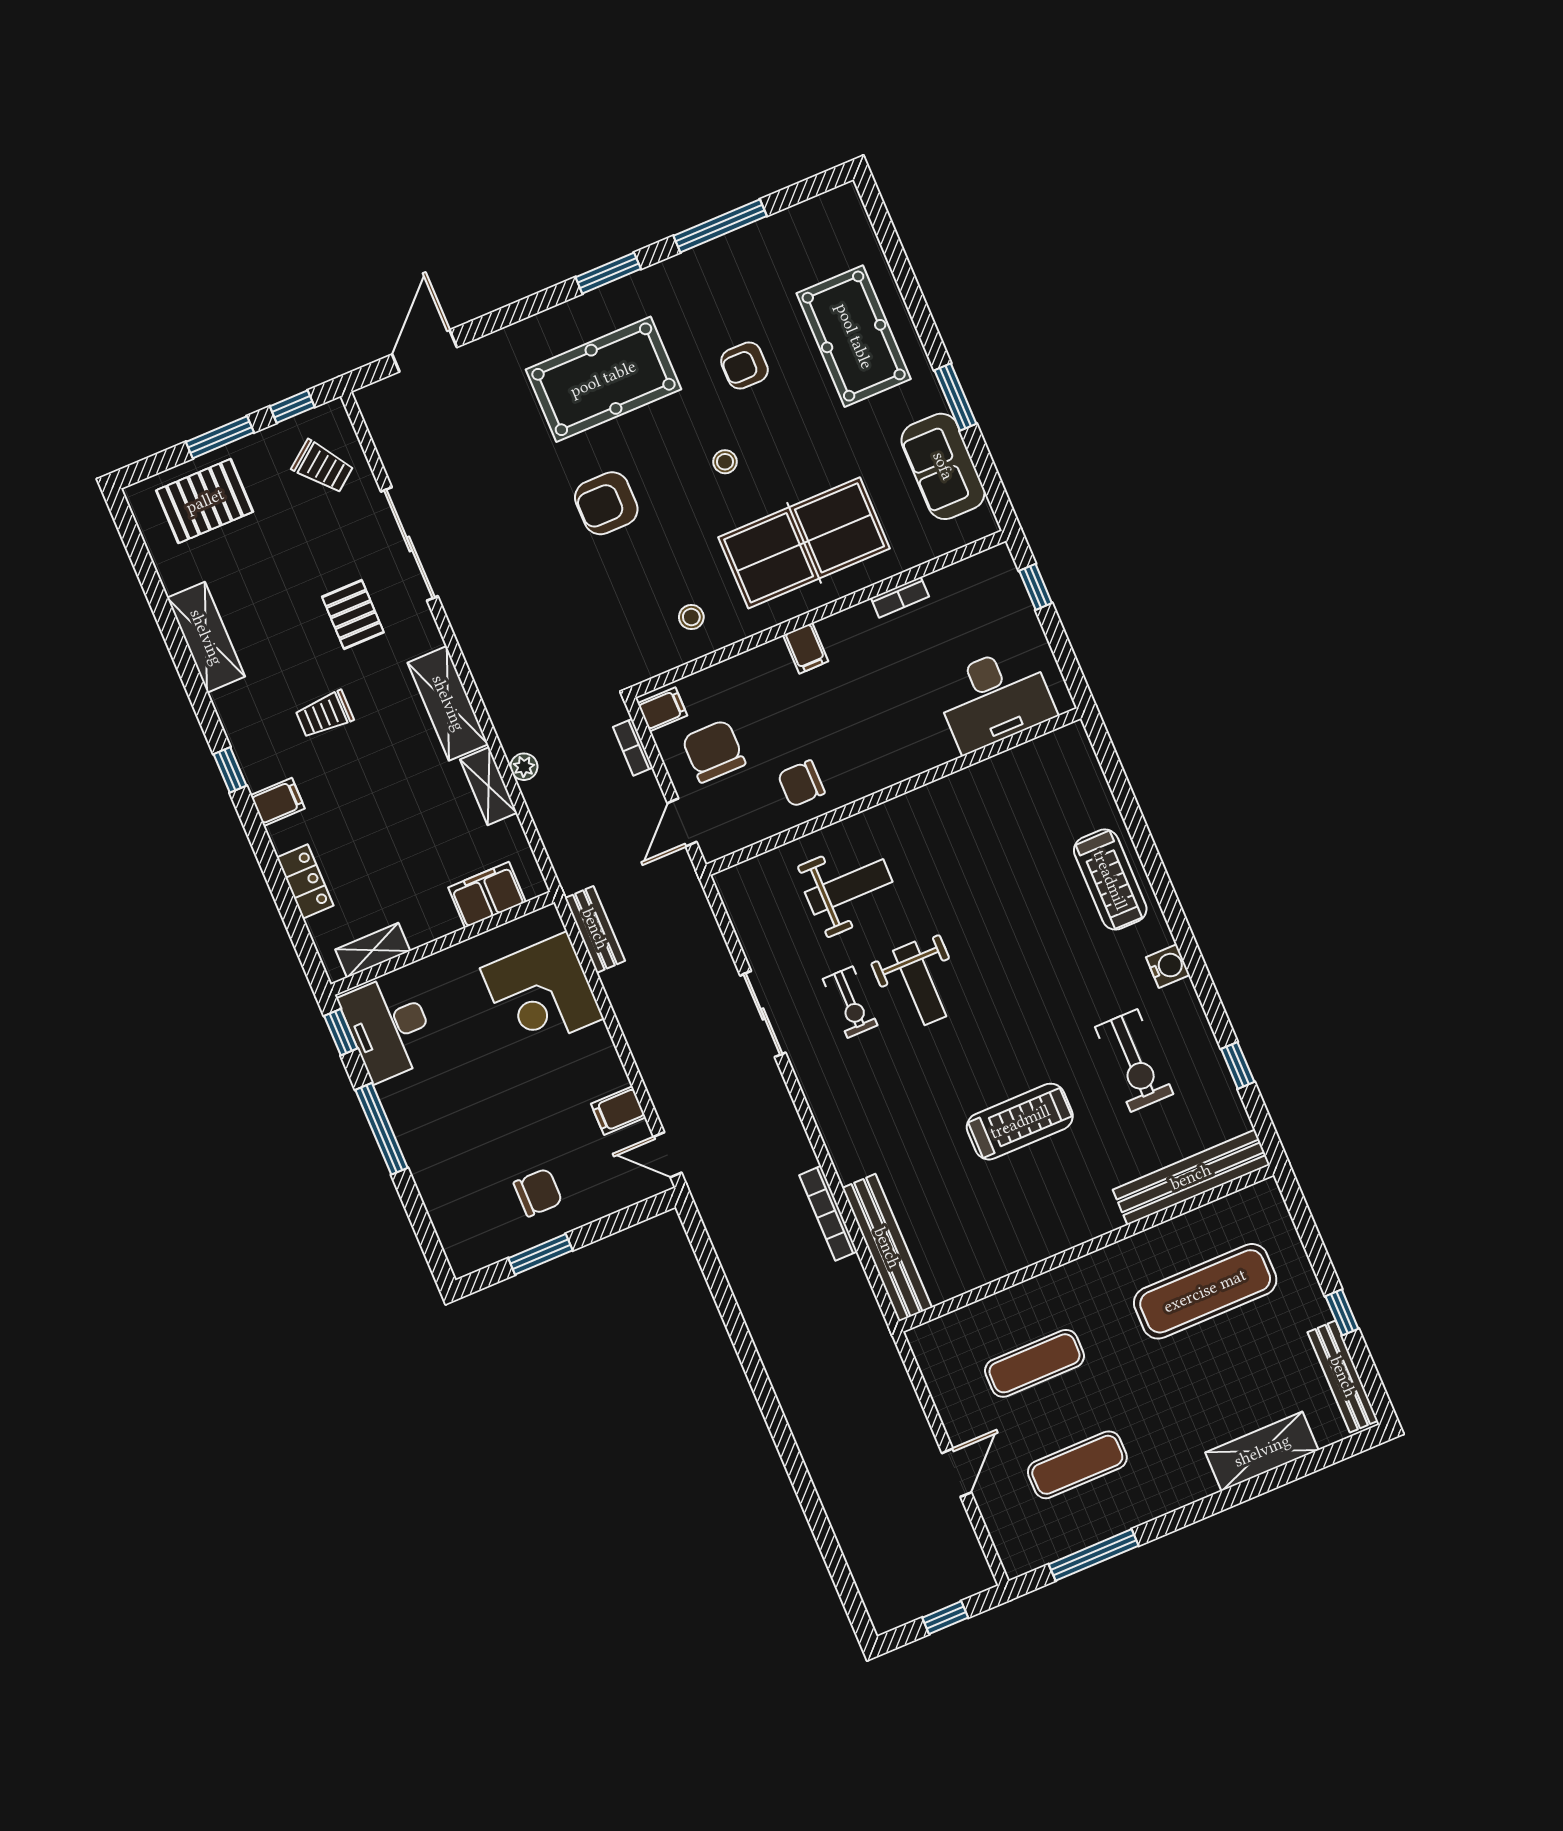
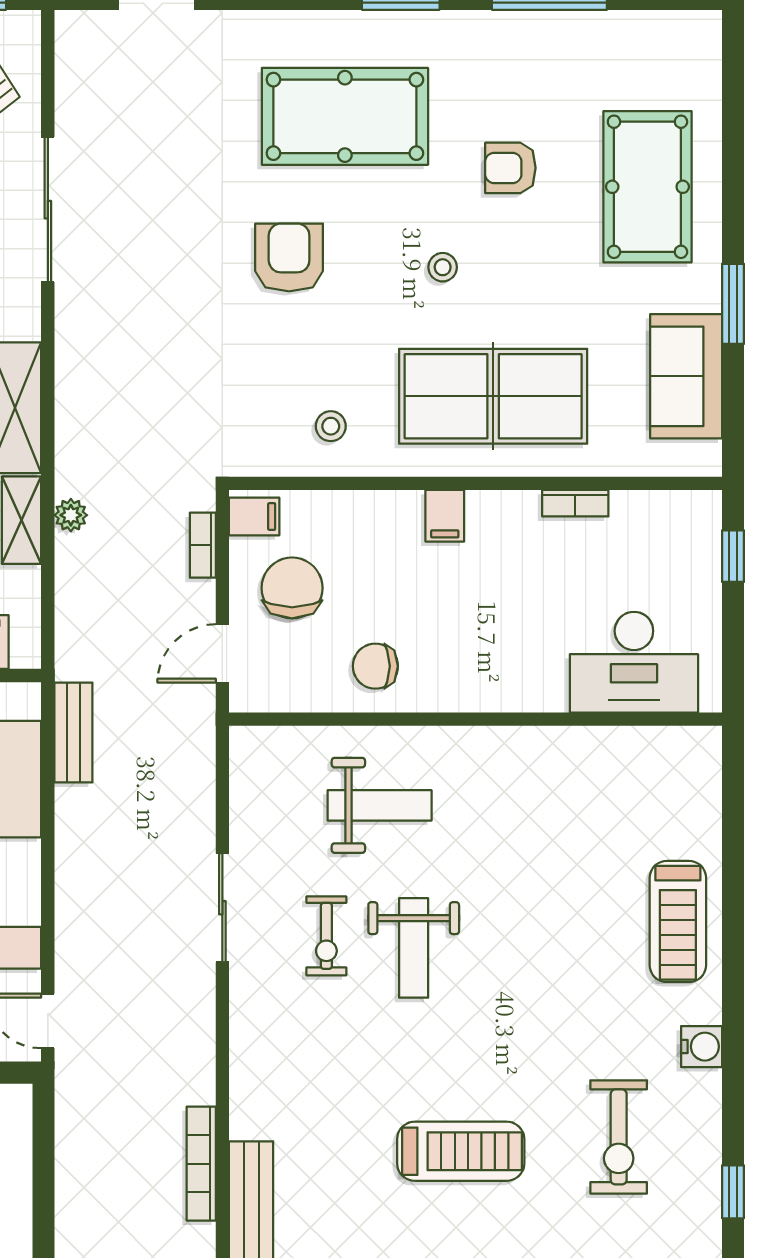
armchair: (606, 503) -> (289, 257), turned 90

